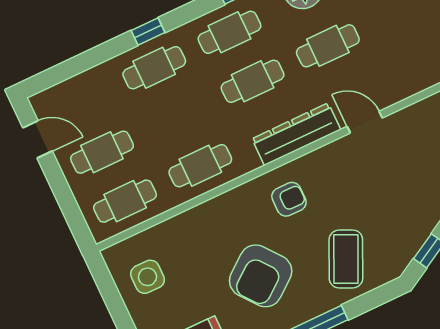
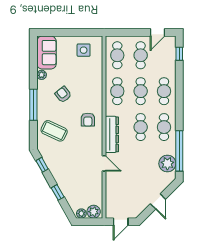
window: (148, 32) -> (179, 54), moved
cafe table: (328, 46) -> (141, 91), moved
door: (365, 122) -> (104, 163), hinge flipped
armchair: (261, 276) -> (63, 94), width x0.53, depth x0.53

